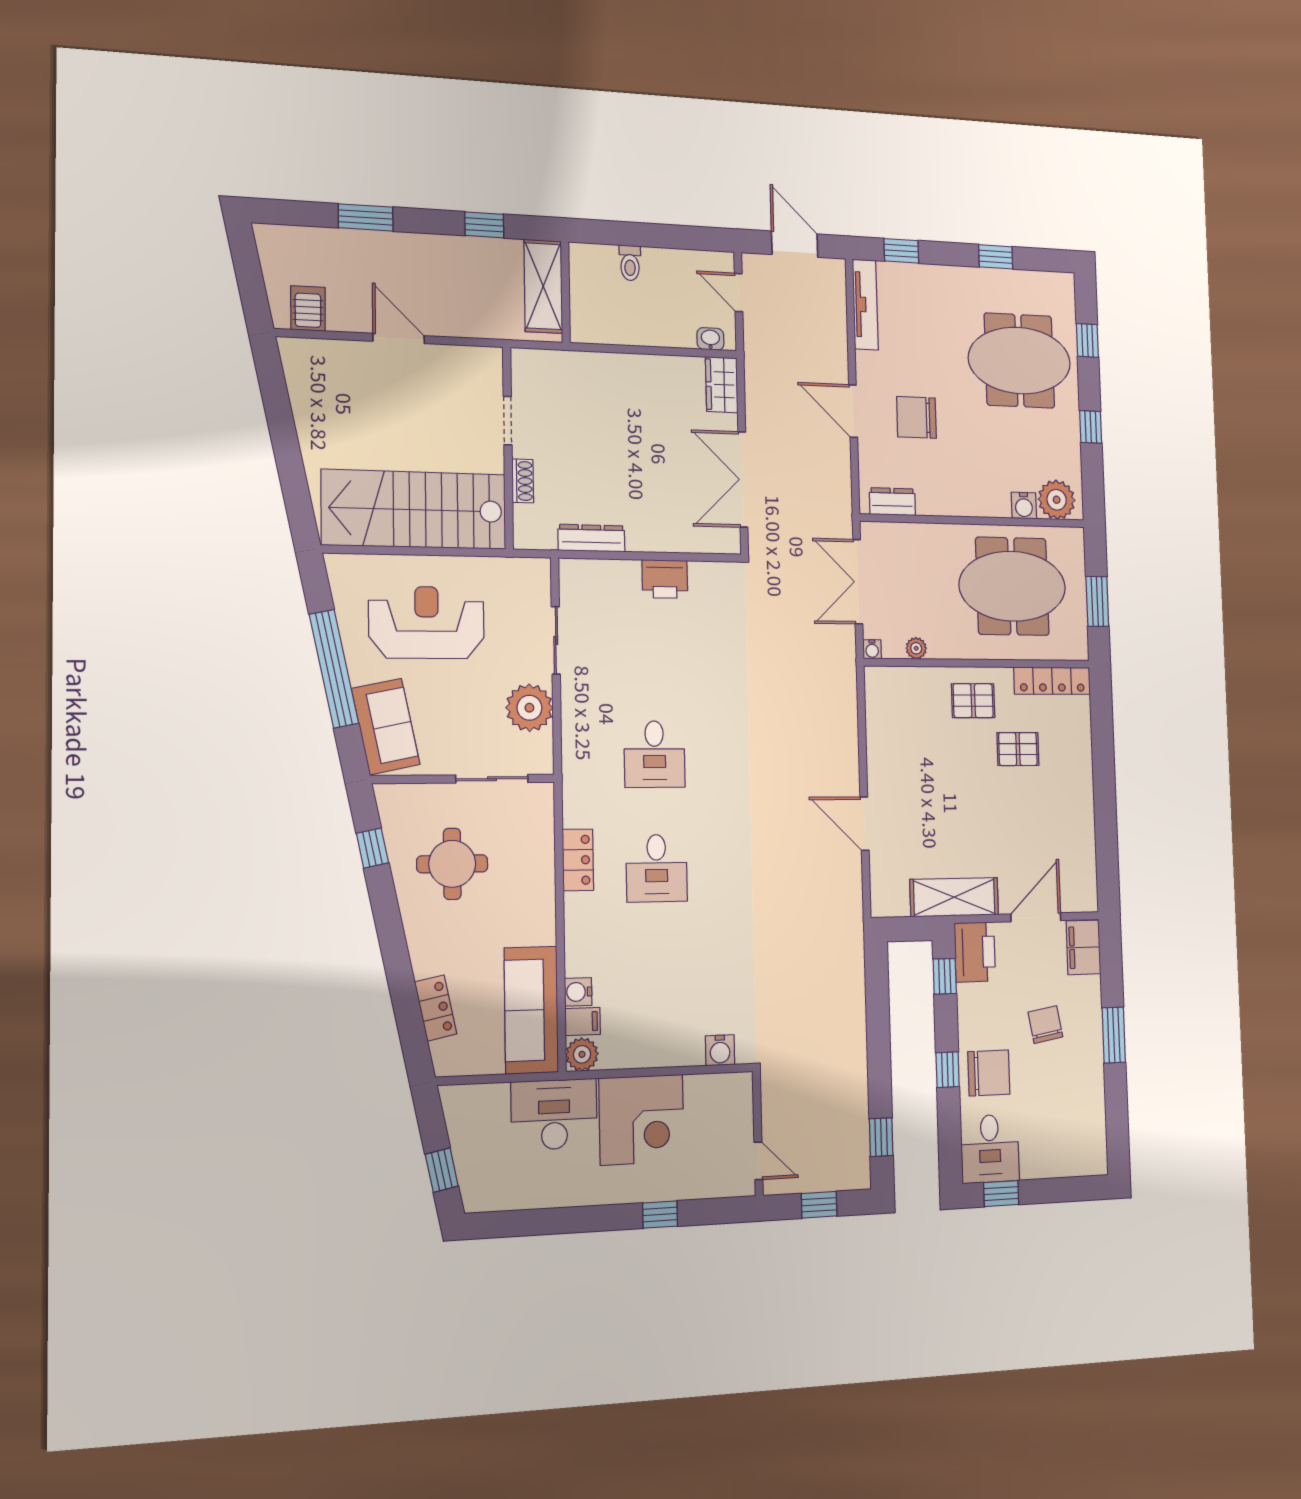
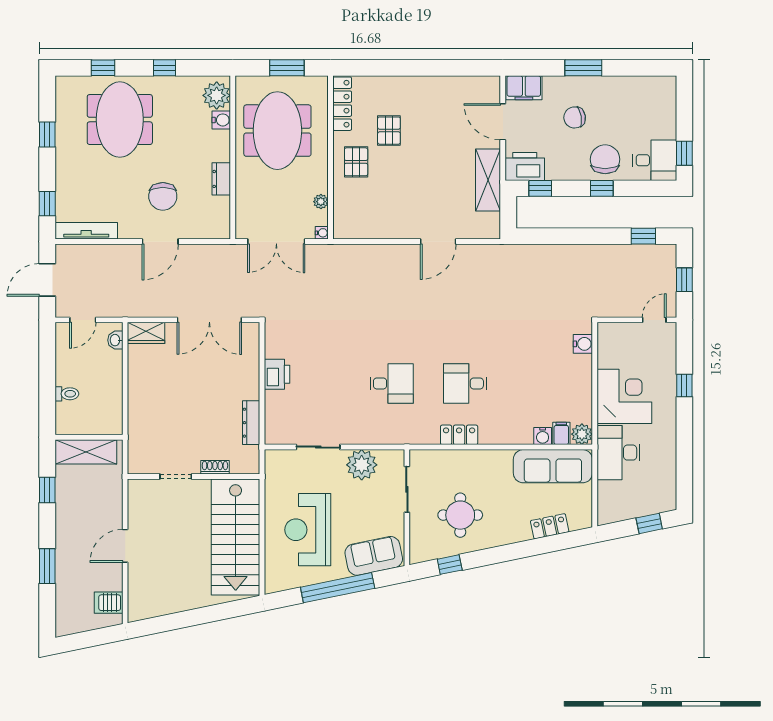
dresser: (892, 502) -> (221, 179), moved
desk: (657, 868) -> (465, 383), turned 180

